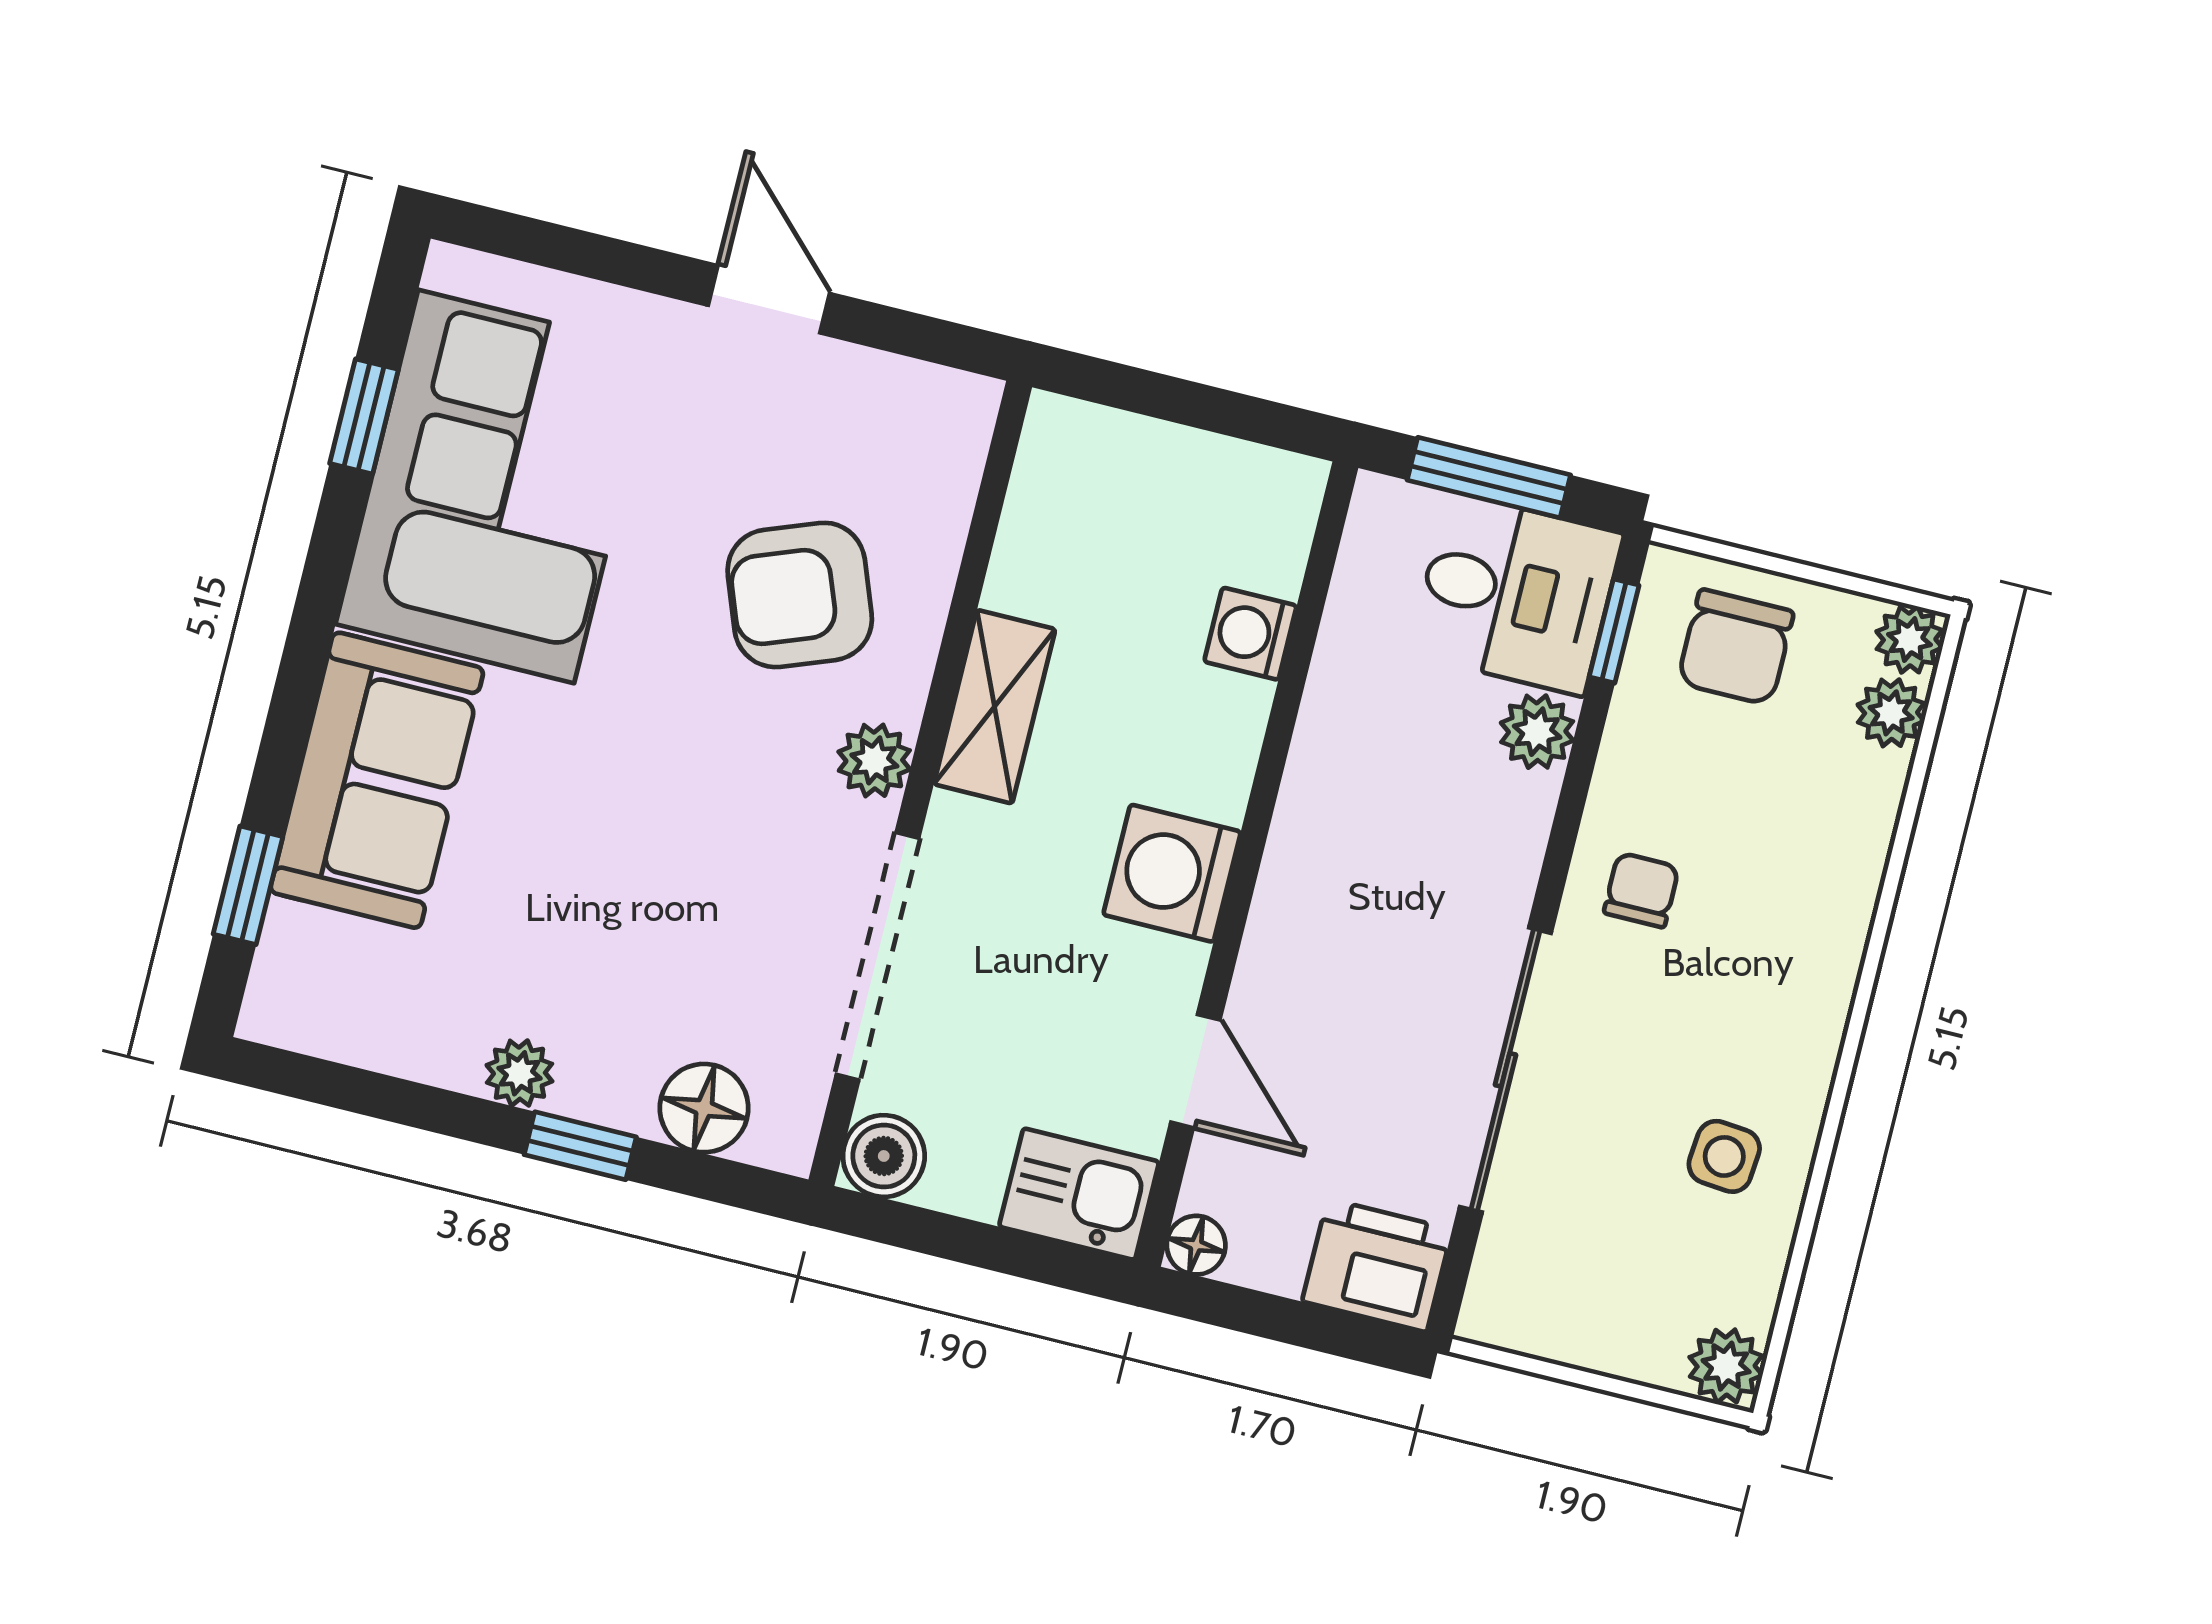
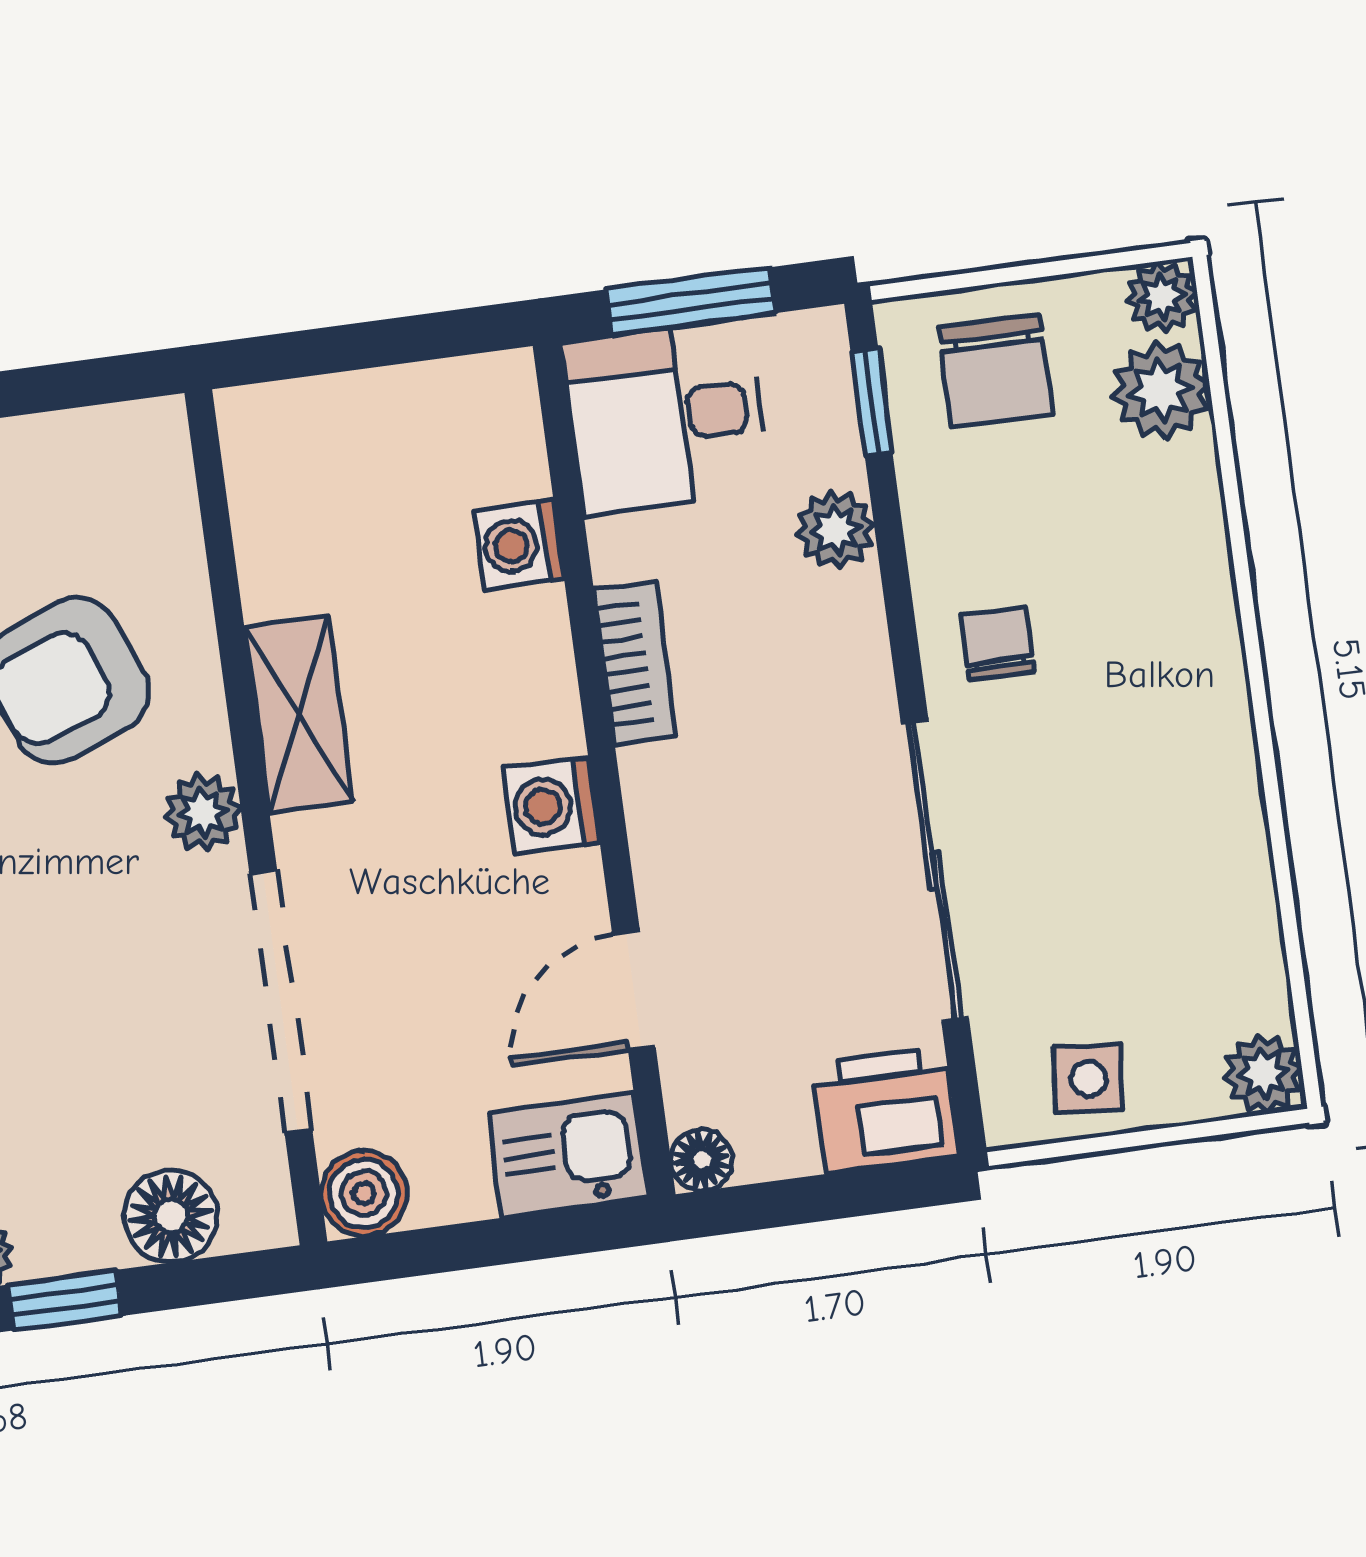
desk: (1516, 594) -> (666, 417), moved, turned 180
plant: (1891, 713) -> (1161, 390), width x1.38, depth x1.38
bookcase: (1312, 780) -> (635, 663), added
washing machine: (1172, 873) -> (551, 805), width x0.73, depth x0.73
door: (1195, 1071) -> (634, 991), swing flipped
side table: (1724, 1156) -> (1088, 1079), moved

